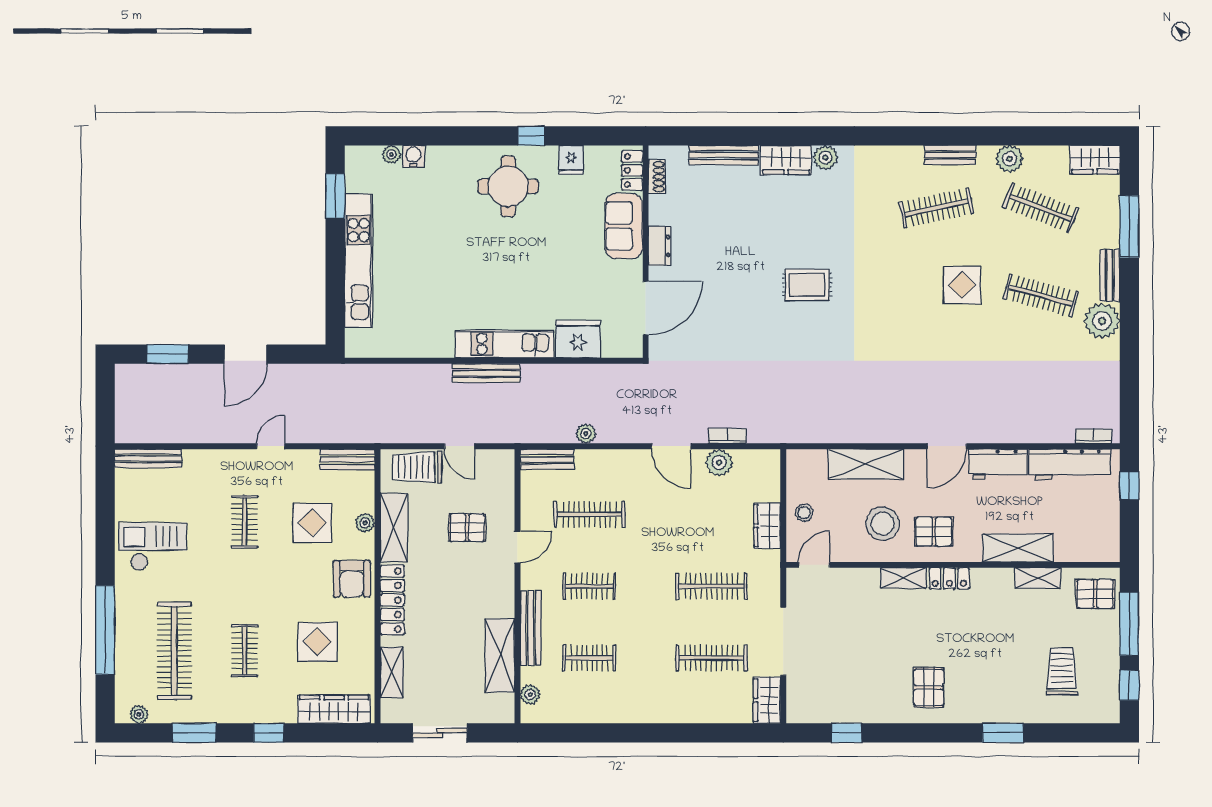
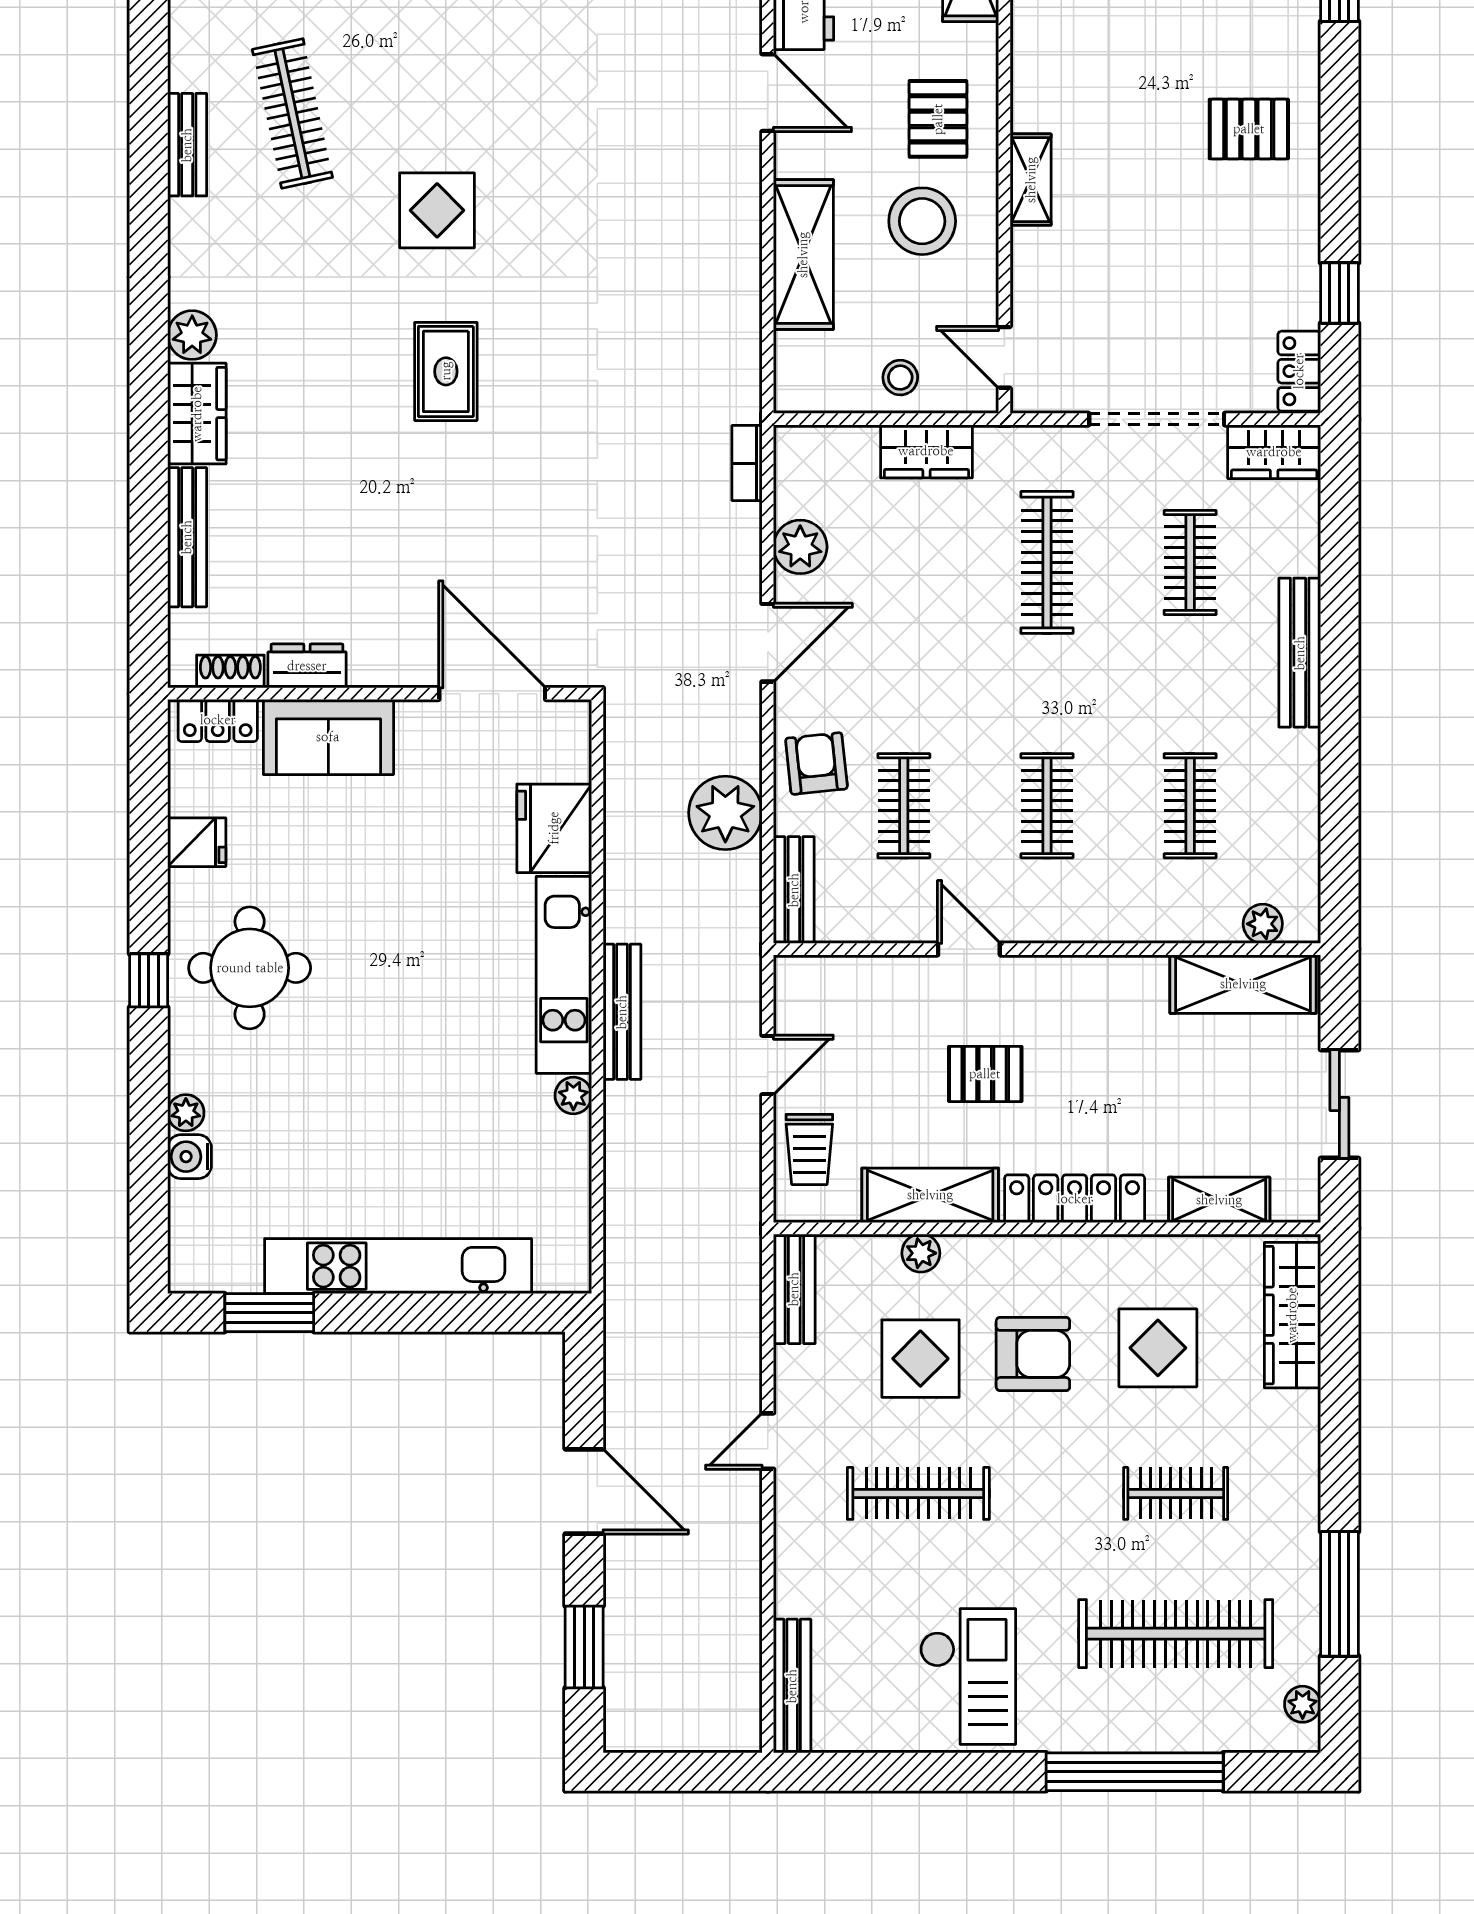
window: (531, 136) -> (149, 980), moved
plant: (391, 154) -> (186, 1113), moved
bench: (950, 155) -> (187, 145), moved
dresser: (659, 246) -> (307, 666), moved
display table: (962, 285) -> (437, 210), moved
plant: (444, 349) -> (573, 1095), added
plant: (586, 434) -> (725, 813), width x1.88, depth x1.88
bookcase: (727, 436) -> (747, 463), moved
door: (271, 446) -> (768, 1441), hinge flipped
trolley: (417, 467) -> (809, 1149), width x0.73, depth x0.72
armchair: (611, 471) -> (816, 763), added
clothes rail: (589, 514) -> (904, 806), width x0.73
clothes rail: (245, 522) -> (918, 1493), width x1.36
pallet: (467, 527) -> (985, 1074), moved, turned 90
checkout: (153, 547) -> (968, 1676), turned 180
locker: (949, 578) -> (1299, 371), moved, turned 180
armchair: (352, 579) -> (1033, 1354), moved
bench: (531, 628) -> (1300, 653), moved, turned 90
shelving: (500, 655) -> (1243, 984), moved
clothes rail: (711, 658) -> (1190, 562), width x0.73
window: (194, 733) -> (1339, 1594), width x1.44
window: (269, 733) -> (1339, 1445), removed

